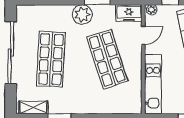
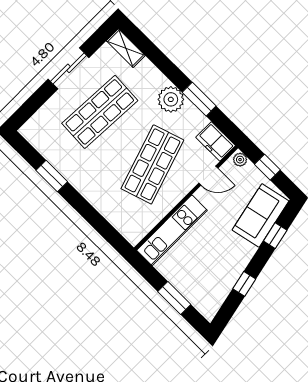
sliding door: (11, 53) -> (69, 68), width x0.54
shelving: (33, 107) -> (126, 48), moved

